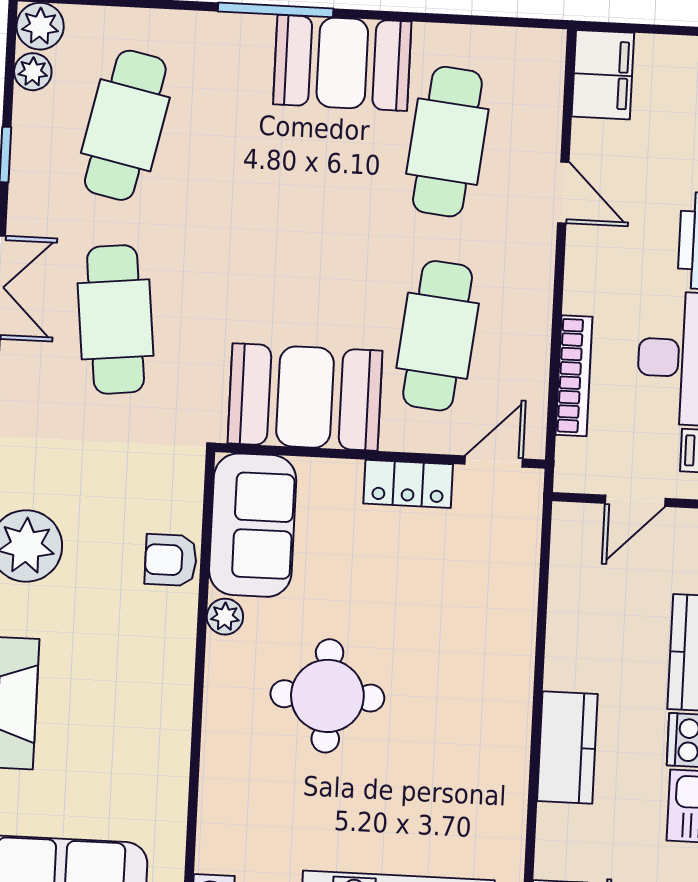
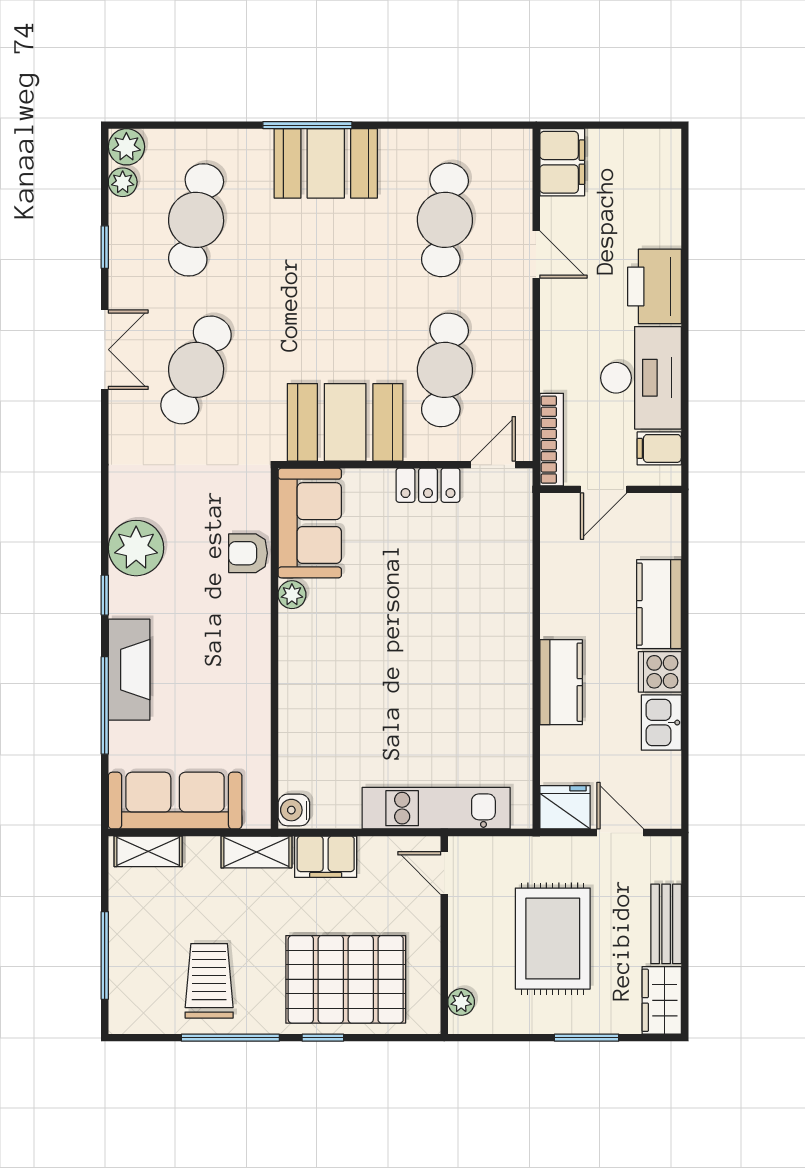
booth: (342, 63) -> (326, 163), moved
cafe table: (116, 319) -> (196, 370), turned 30
bookcase: (574, 376) -> (552, 440), moved
round table: (327, 696) -> (374, 652), removed

